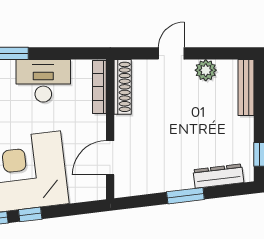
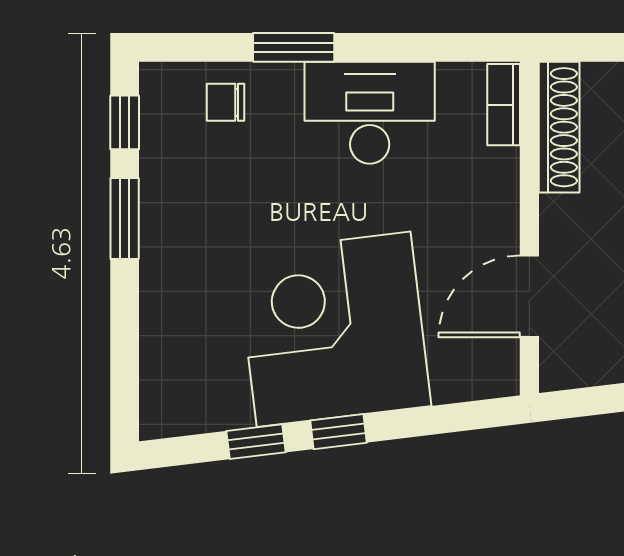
bookcase: (99, 87) -> (504, 105), width x0.64

